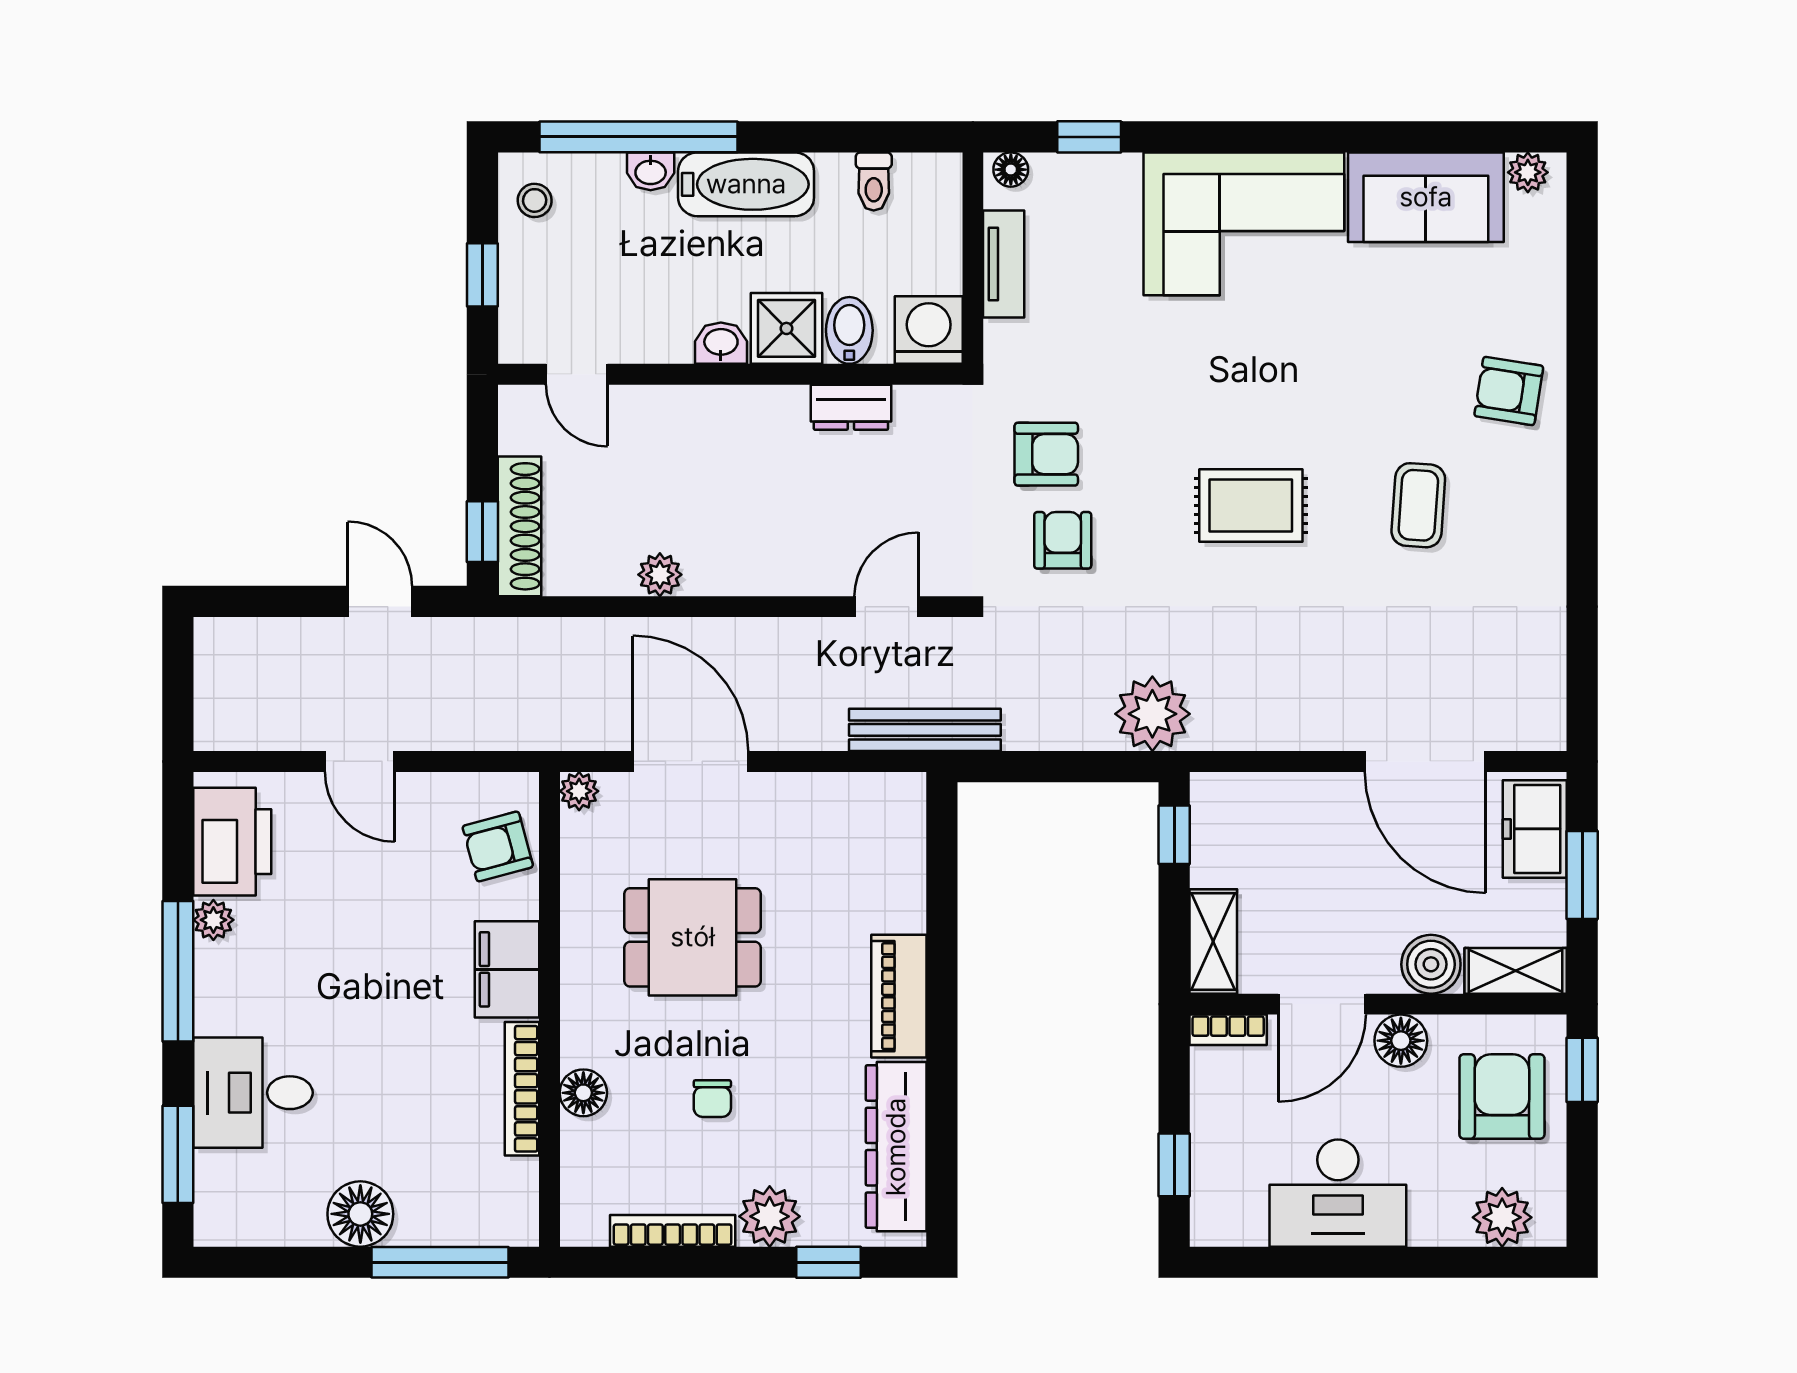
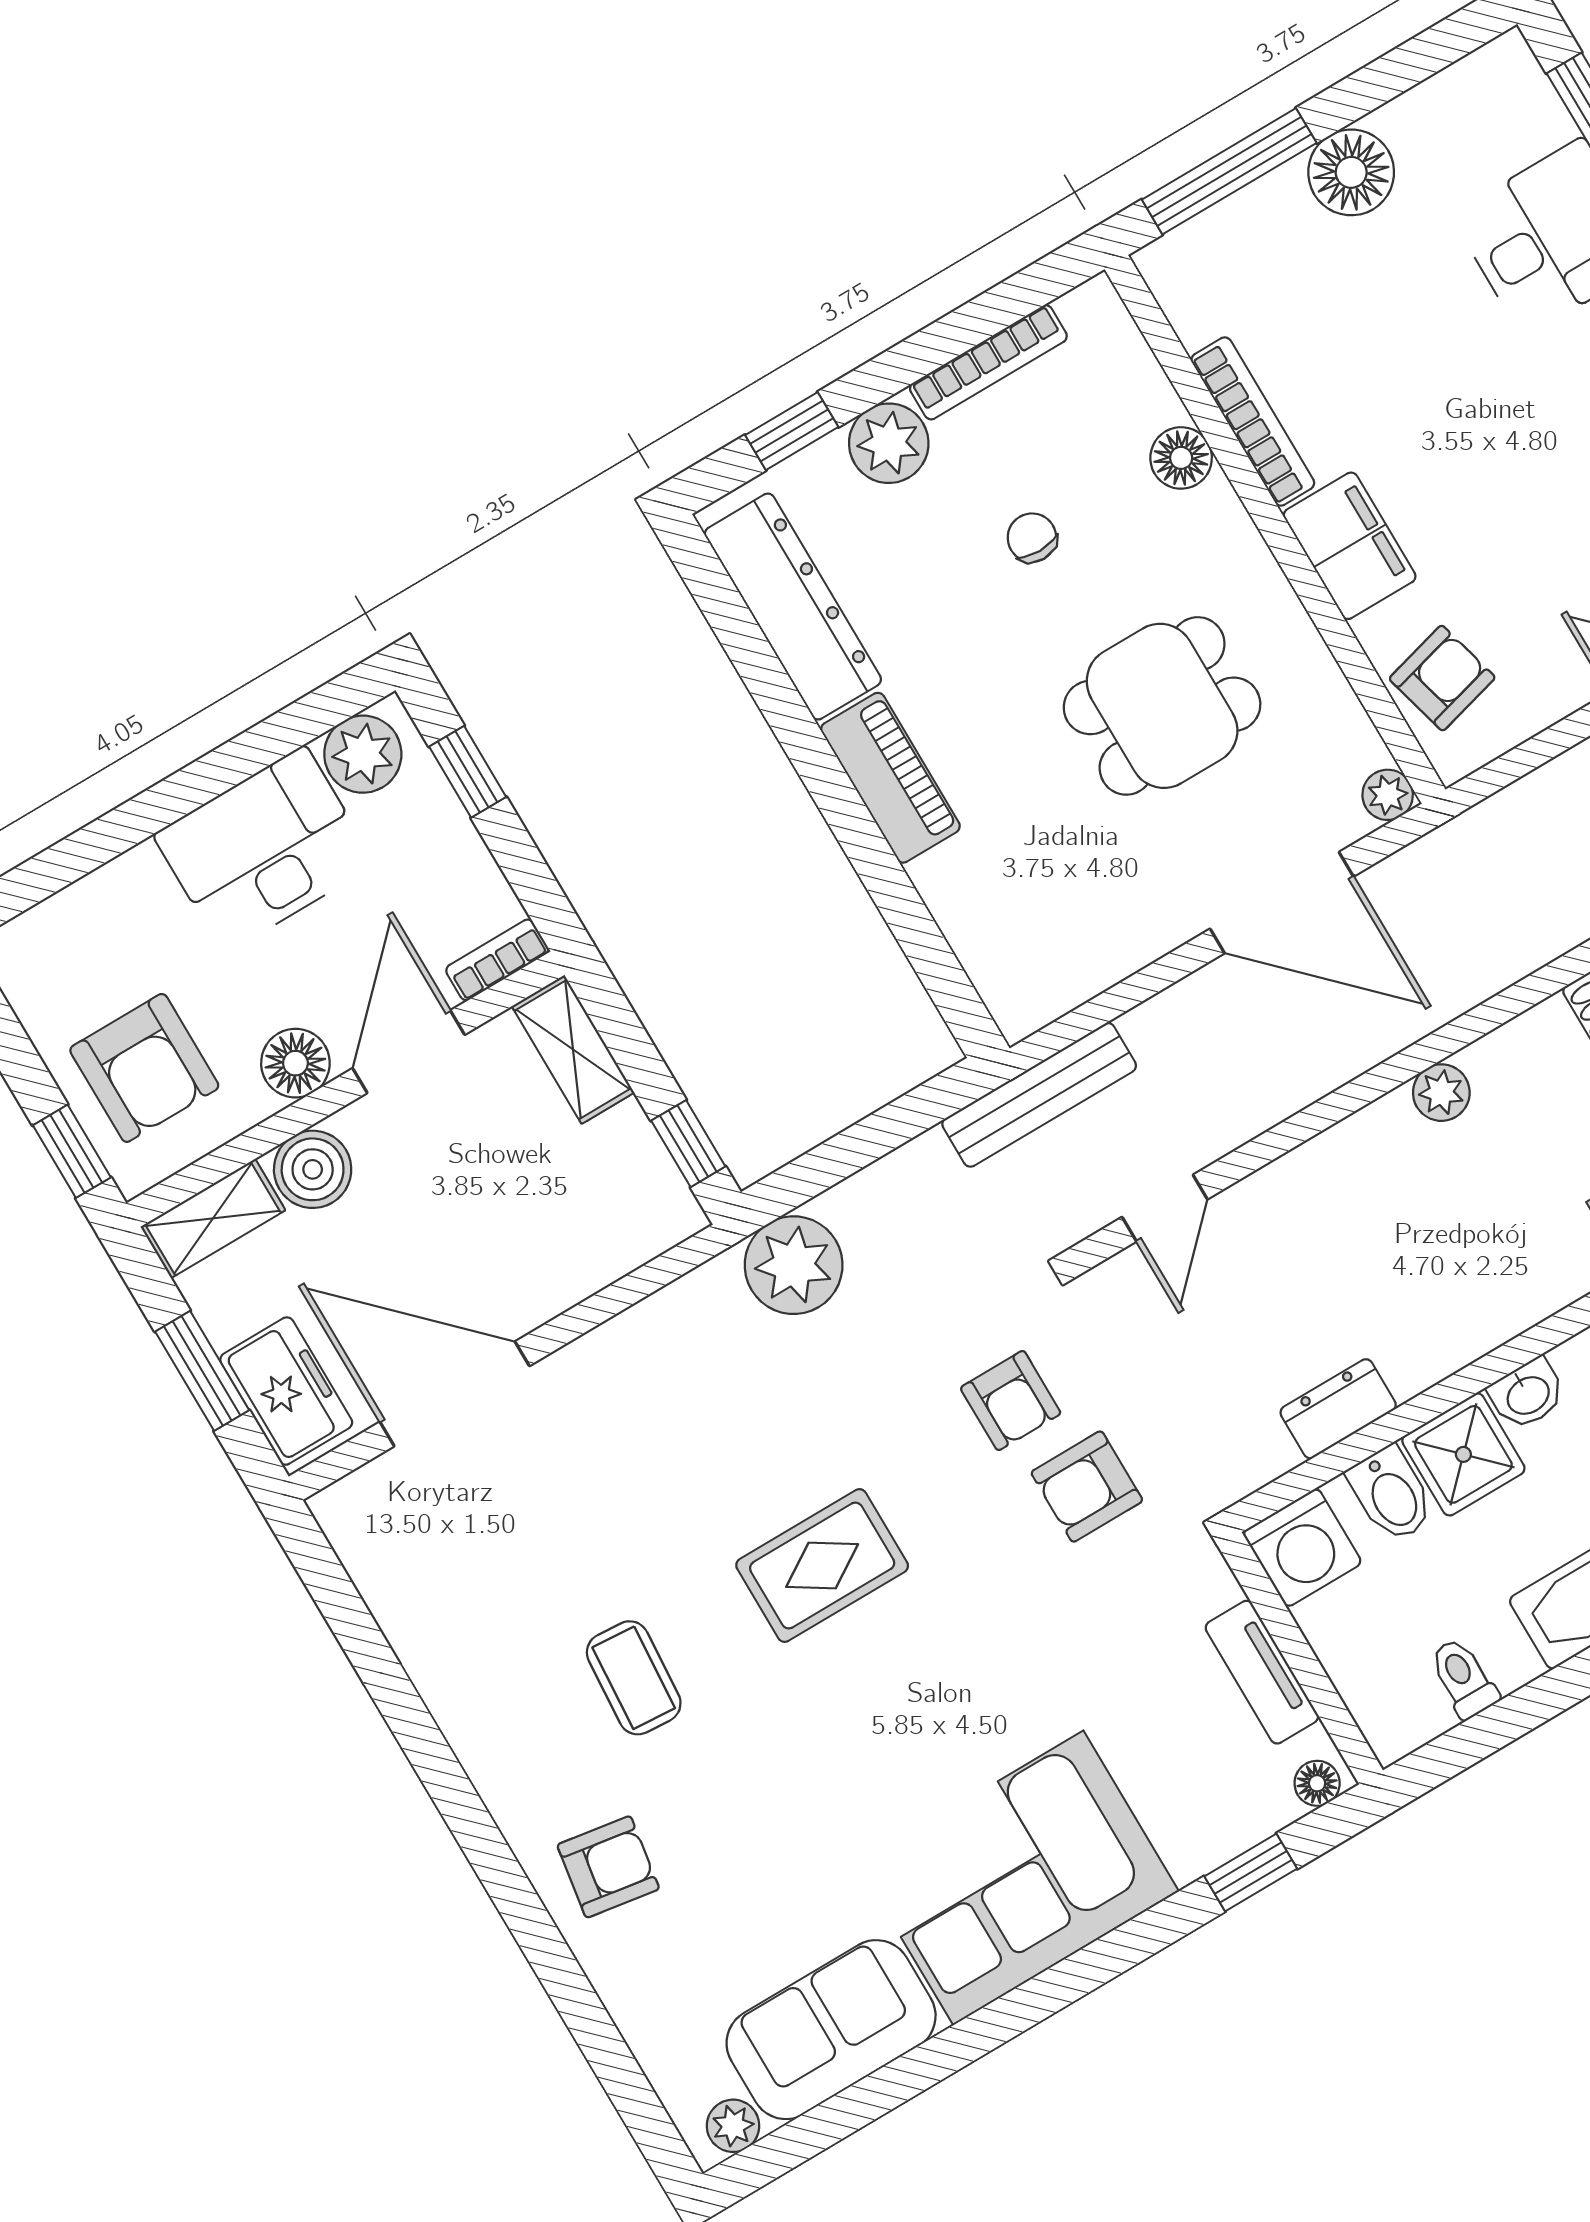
plant: (1502, 1217) -> (363, 754), moved

